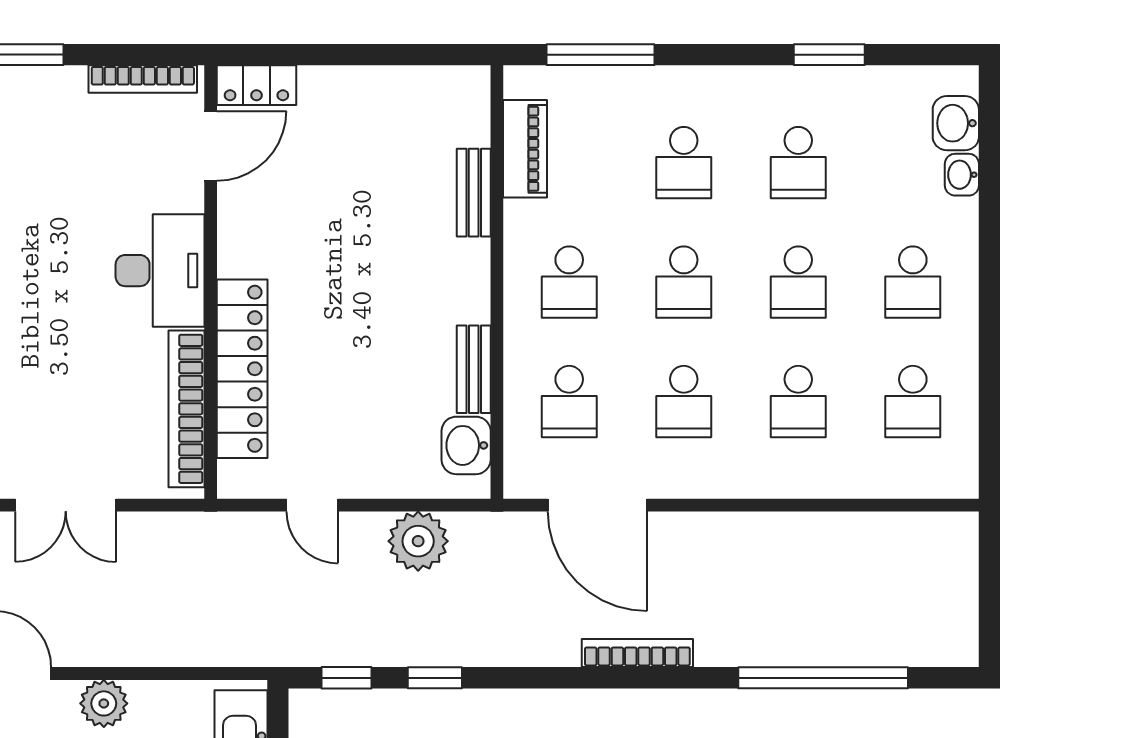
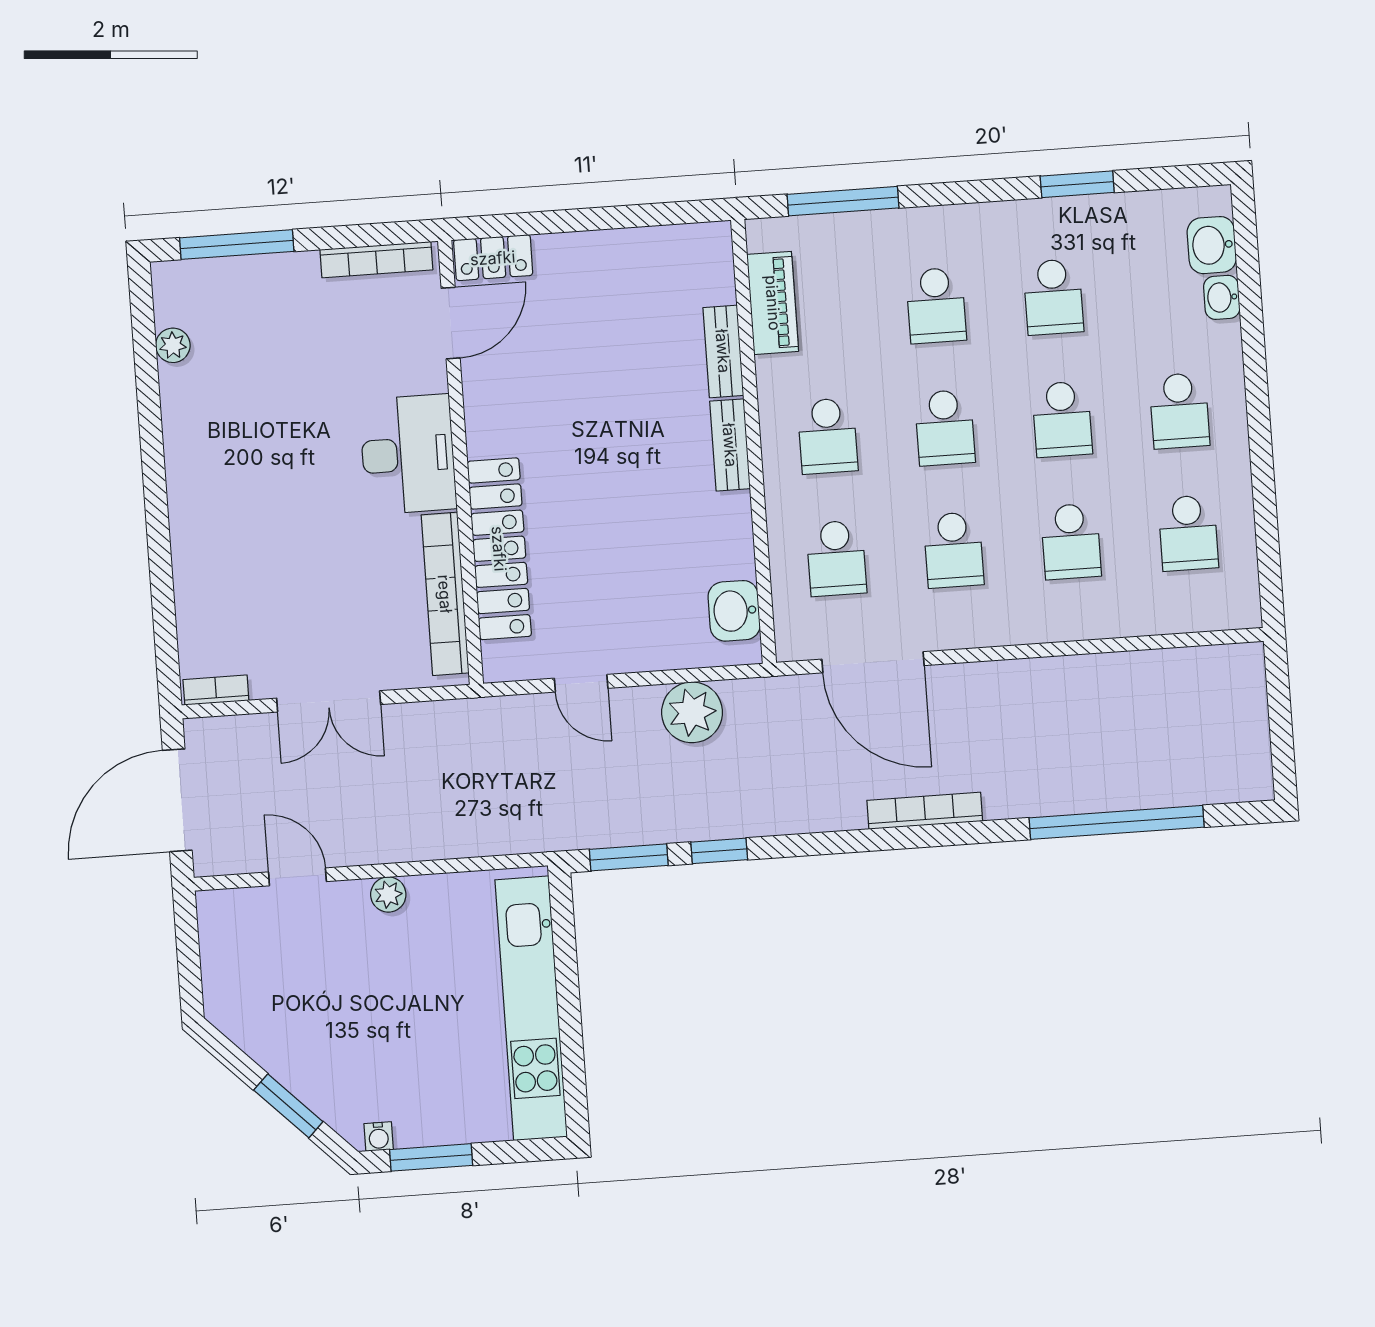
bench: (474, 369) -> (730, 445), moved
window: (346, 678) -> (629, 857), width x1.50
plant: (104, 703) -> (388, 894), width x0.73, depth x0.73

